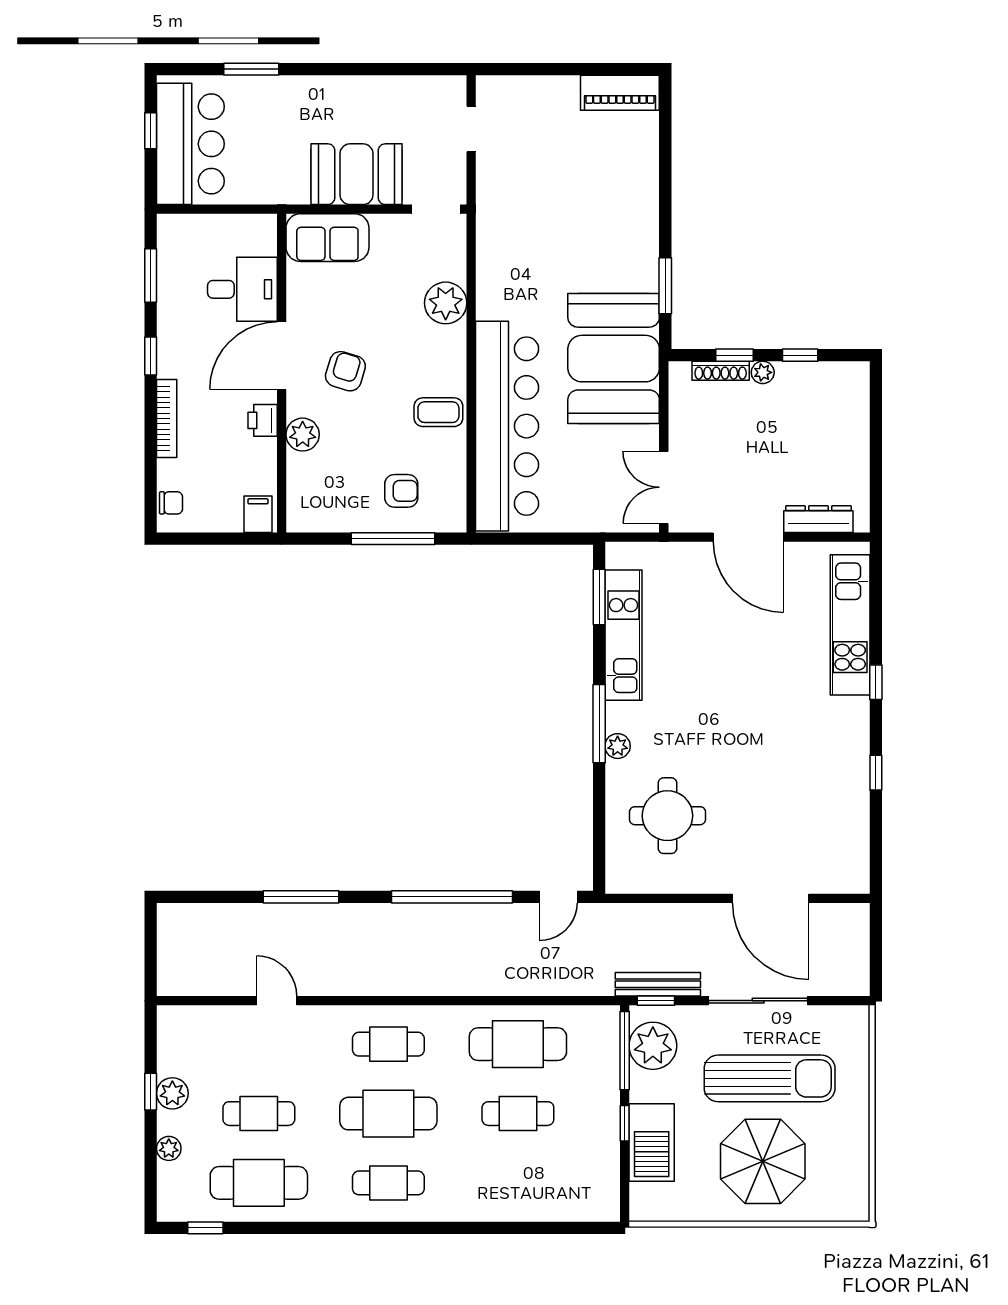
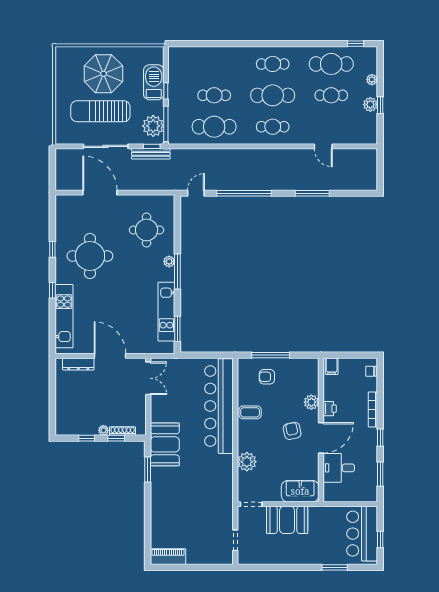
booth: (614, 359) -> (165, 444), width x0.73, depth x0.70
armchair: (345, 371) -> (292, 431), turned 151
round table: (793, 758) -> (90, 256), added

